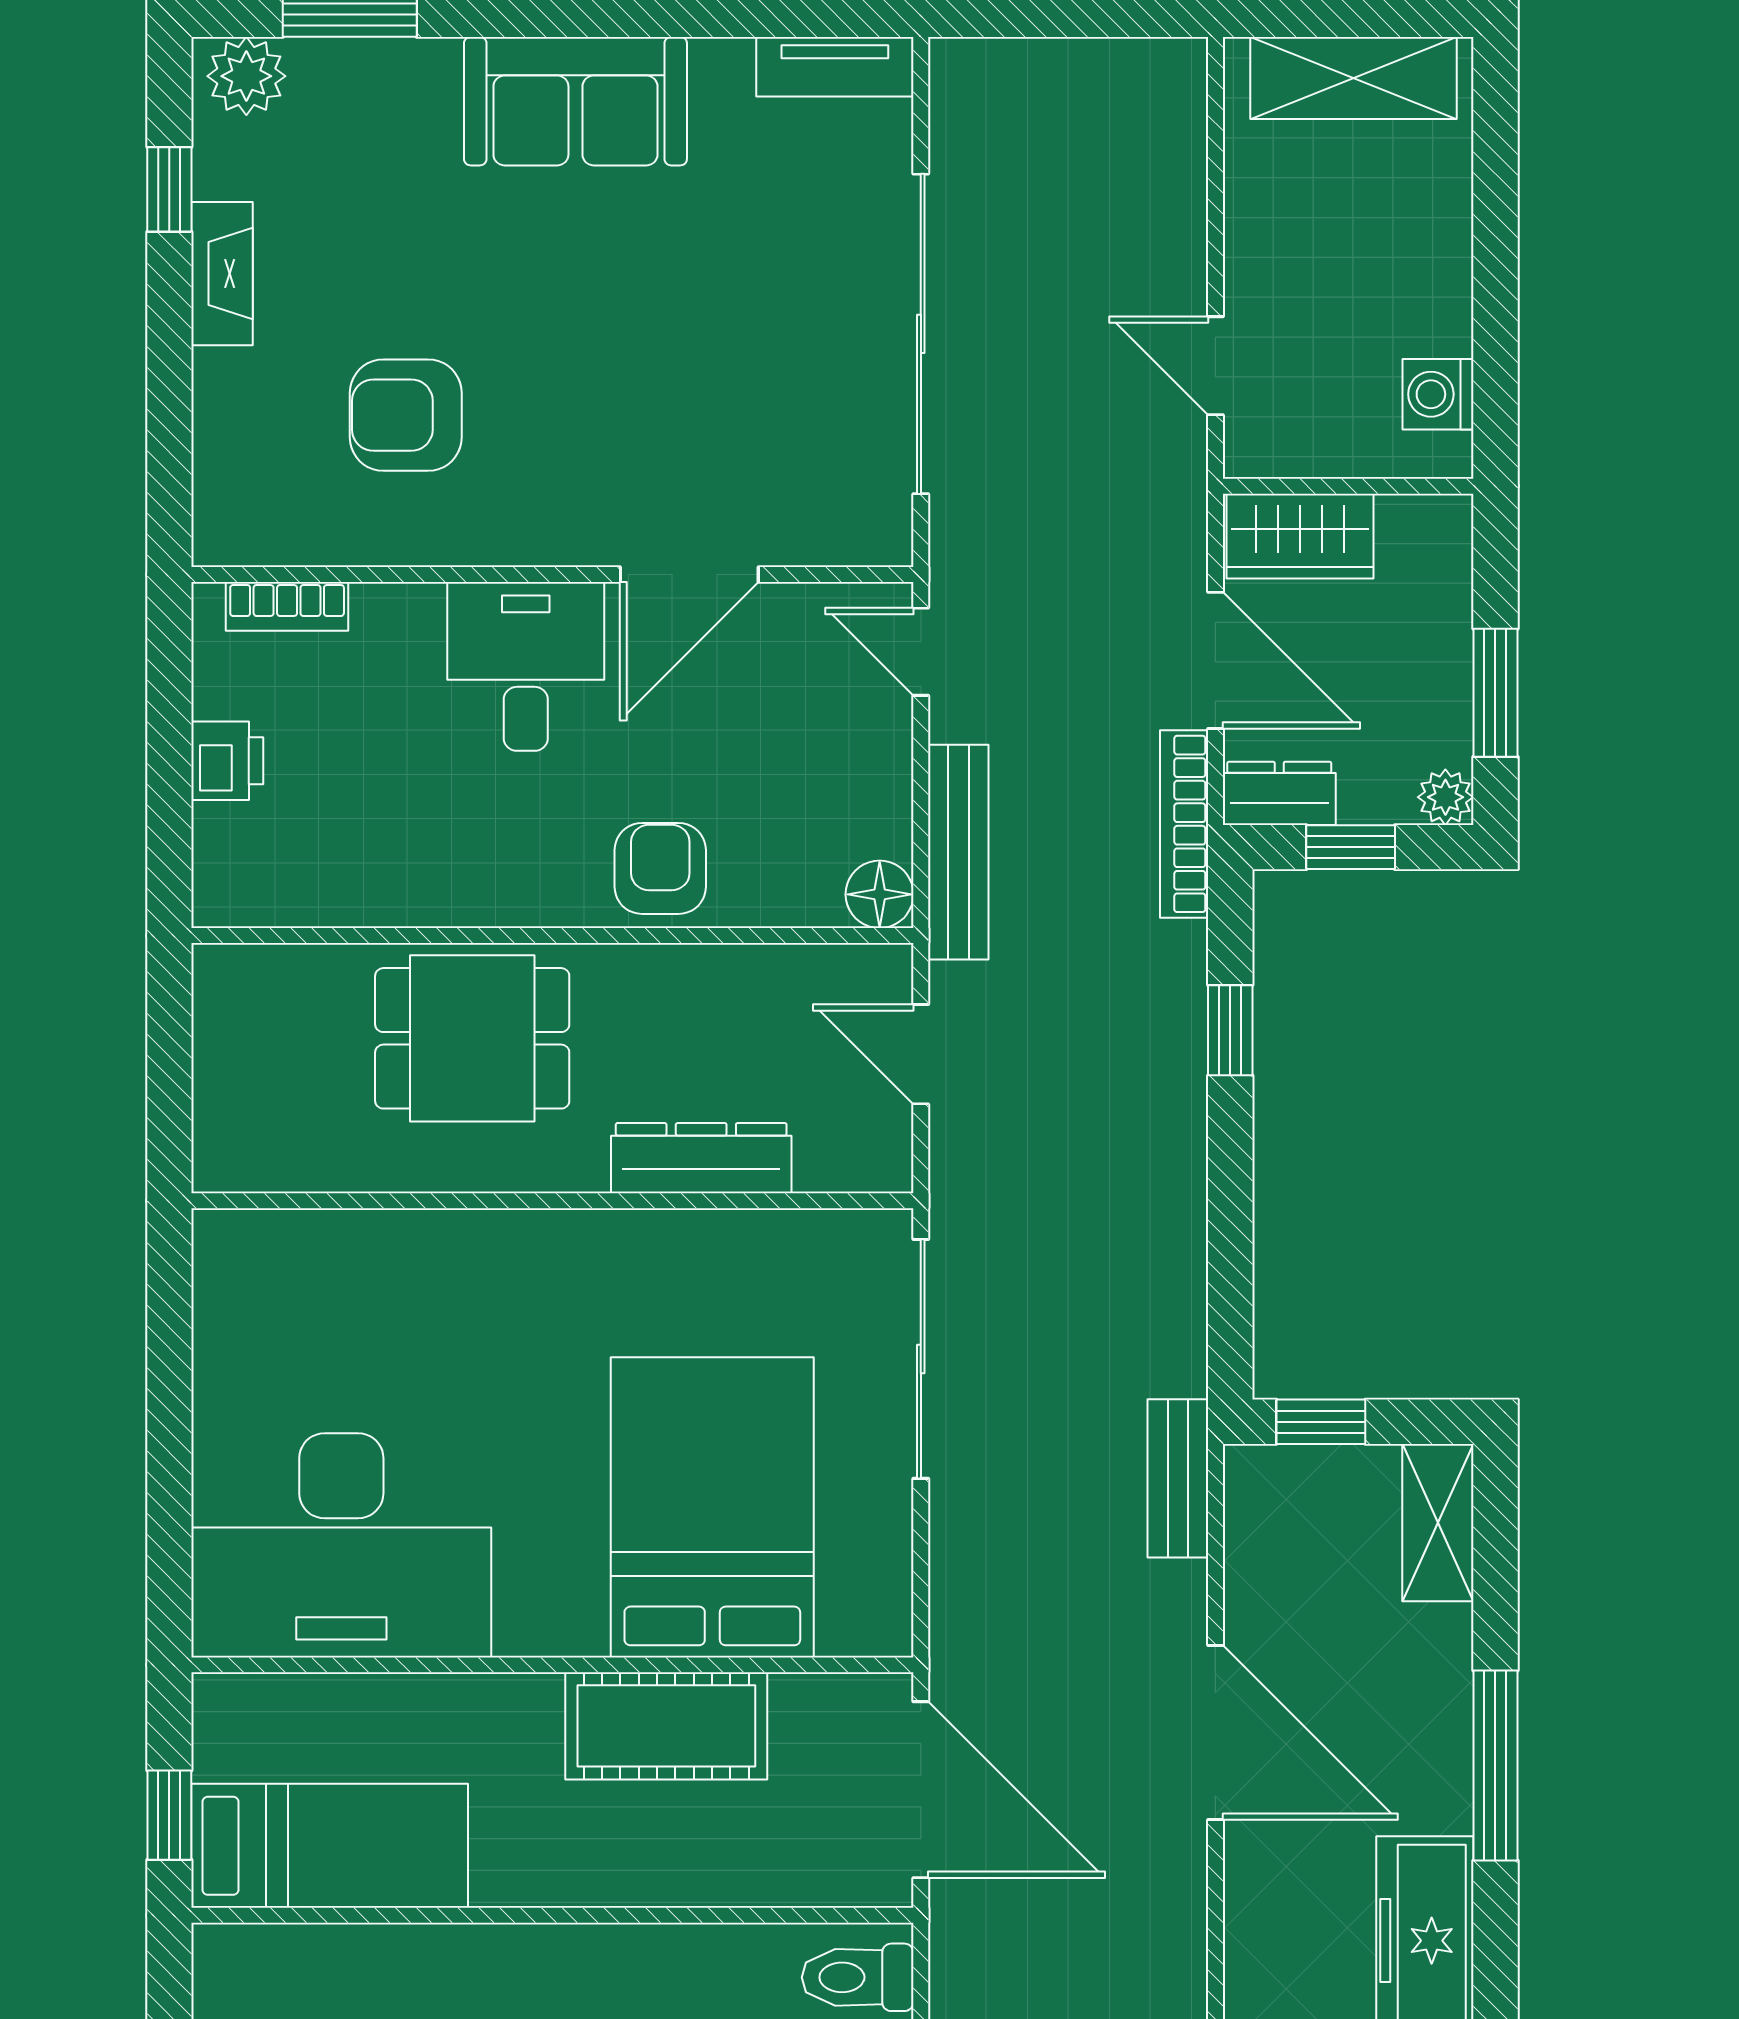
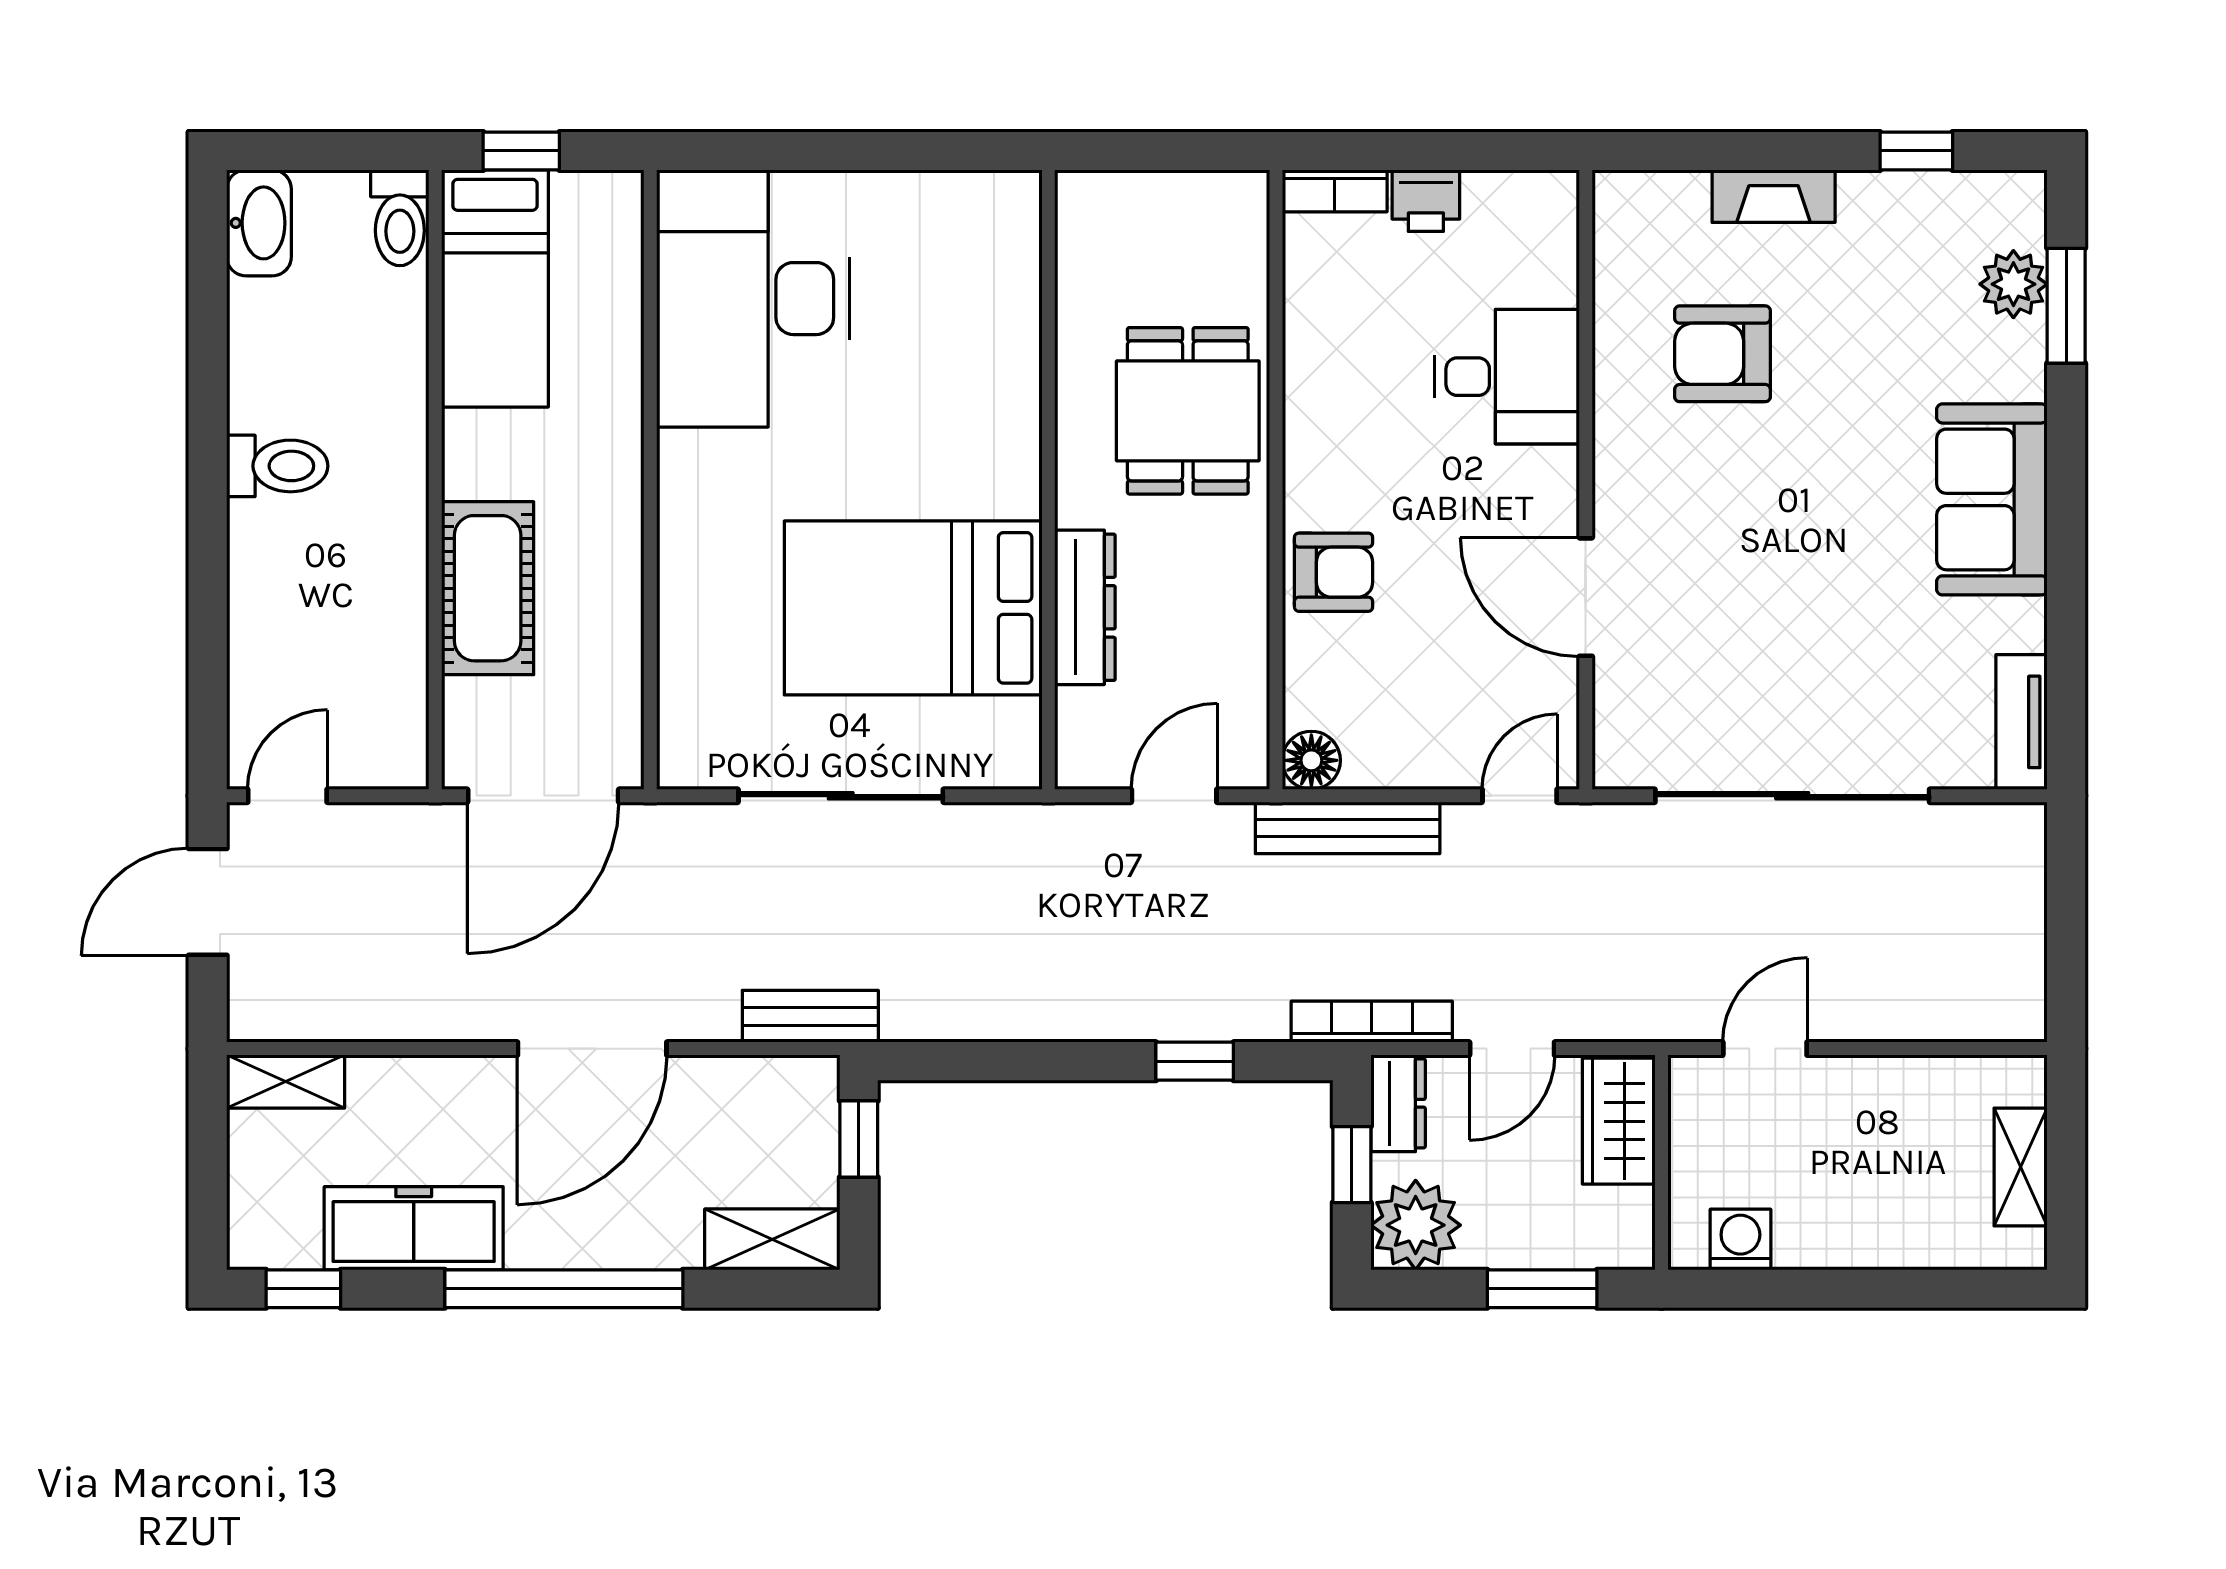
plant: (246, 76) -> (2013, 284), moved
shelving: (1353, 78) -> (2021, 1167), width x0.67, depth x0.75
fireplace: (222, 274) -> (1774, 196), moved
armchair: (406, 415) -> (1723, 354), turned -90
bookcase: (287, 606) -> (1335, 191), moved, turned -90
door: (1215, 660) -> (1512, 1049), width x0.73
desk: (526, 666) -> (1507, 377), moved
window: (1495, 693) -> (1542, 1289), moved
plant: (1445, 797) -> (1416, 1225), width x1.87, depth x1.87
sliding door: (921, 1359) -> (841, 796), moved
bed: (712, 1507) -> (913, 608), moved, turned 180
cot: (666, 1726) -> (488, 588), moved
window: (1495, 1766) -> (564, 1289), width x1.46
toilet: (858, 1977) -> (400, 218), moved, turned 180

